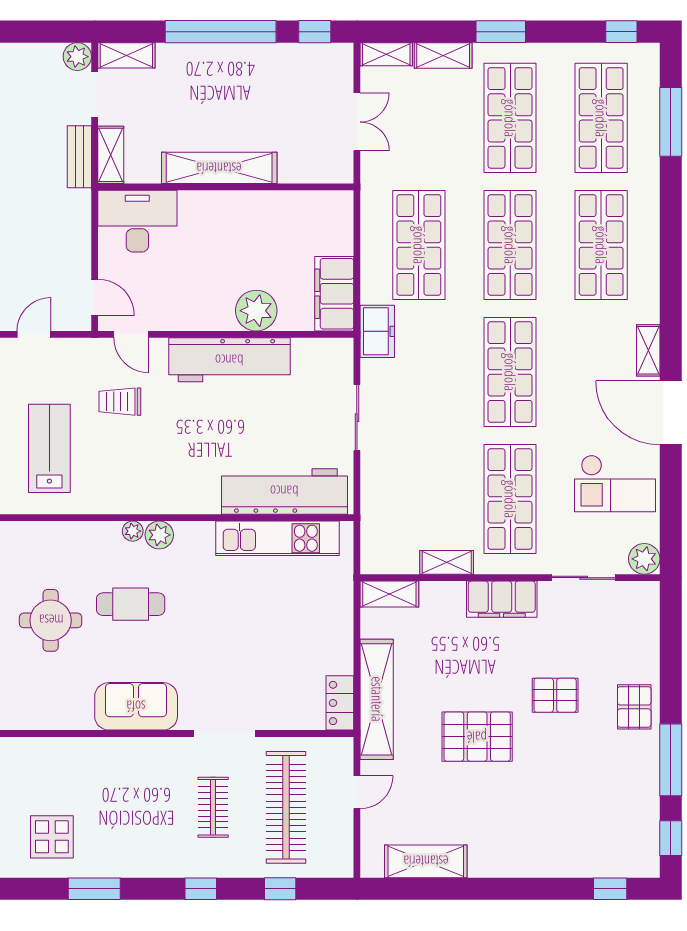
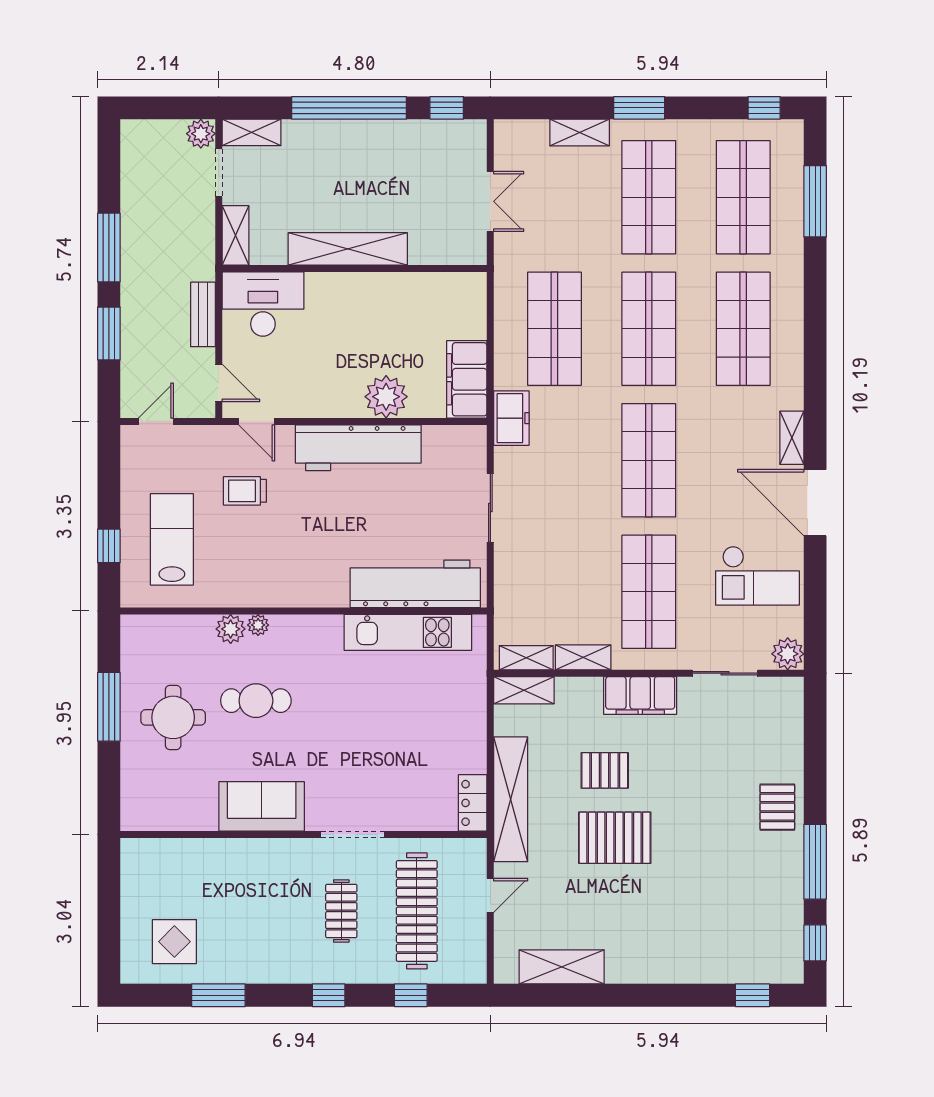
shelving: (386, 54) -> (526, 658), moved
bench: (79, 157) -> (203, 314), moved
plant: (159, 535) -> (231, 629), moved
pallet: (555, 695) -> (605, 770), moved

